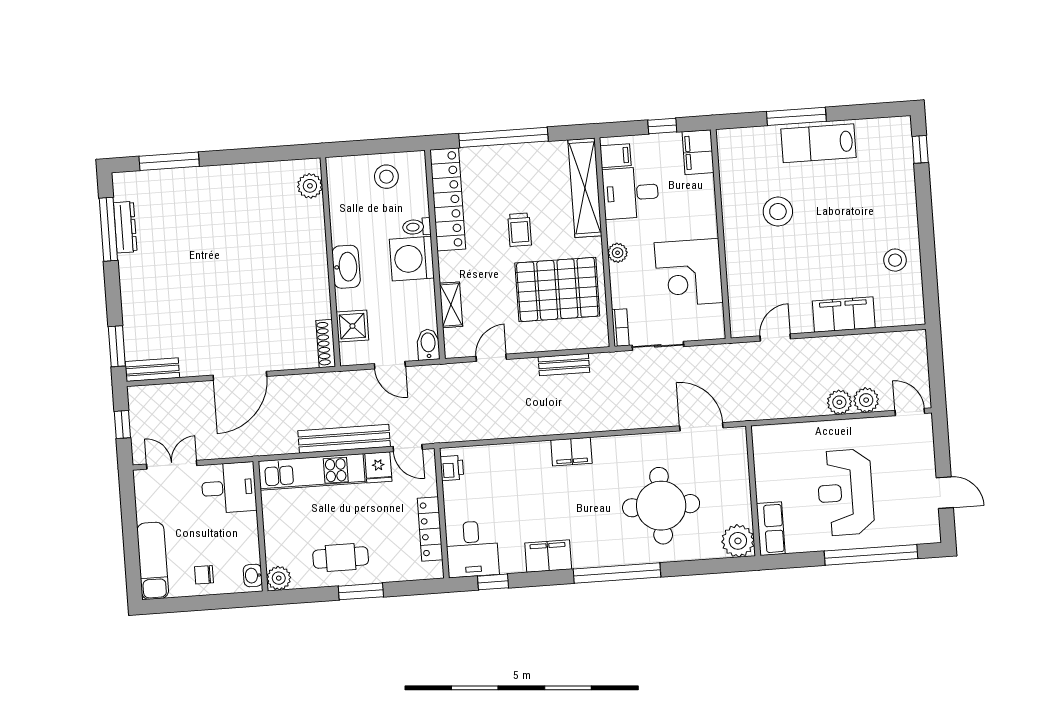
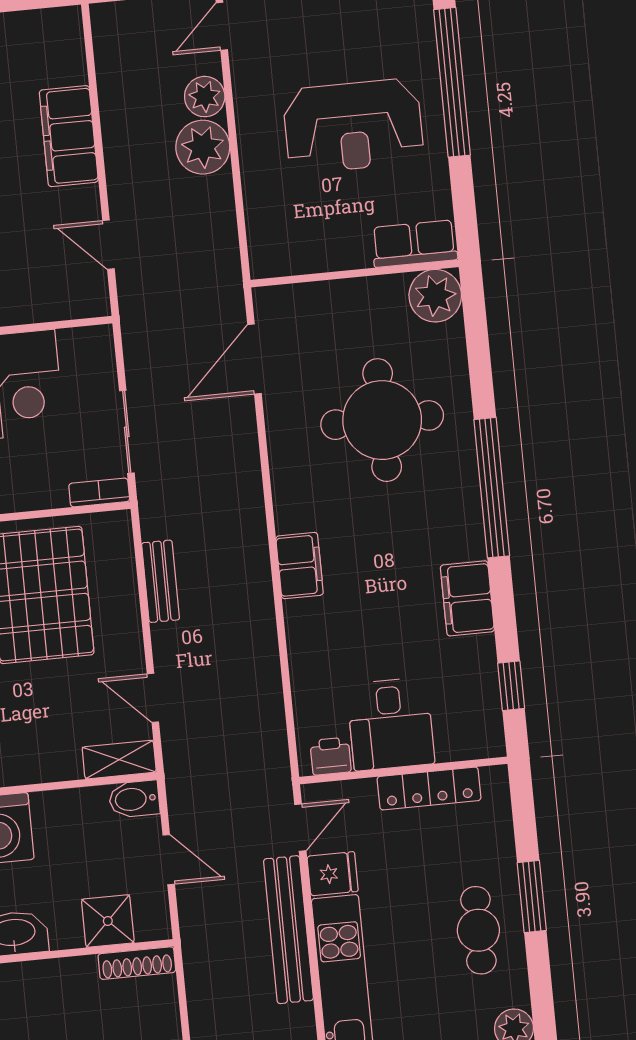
shelving: (451, 305) -> (119, 760), moved
door: (390, 365) -> (169, 860), hinge flipped
plant: (839, 402) -> (203, 147), width x1.36, depth x1.36
desk: (472, 549) -> (391, 724), moved, turned 90

